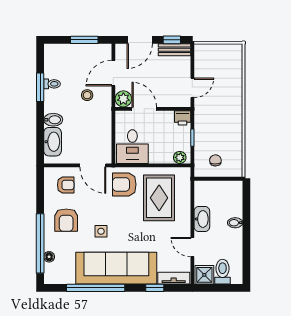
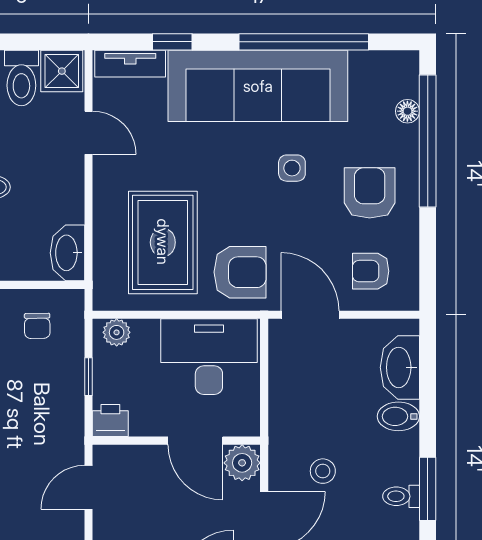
desk: (132, 147) -> (209, 357), width x1.37
washbasin: (202, 219) -> (67, 253), moved

